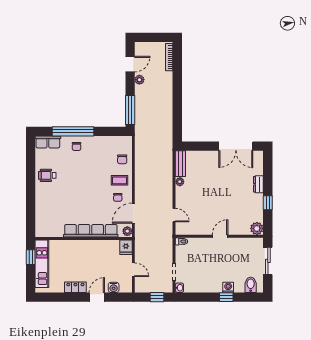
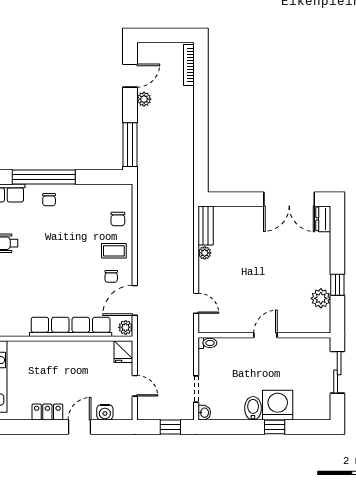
dresser: (258, 184) -> (323, 219), moved
plant: (257, 228) -> (321, 298), moved
bidet: (251, 285) -> (253, 408), moved
washing machine: (228, 287) -> (278, 405), width x1.89, depth x1.89

